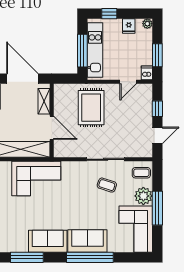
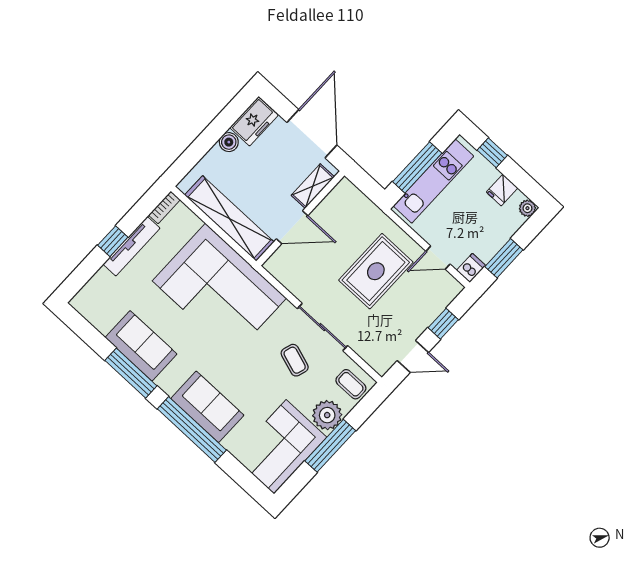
rug: (91, 108) -> (376, 271), moved
door: (52, 128) -> (292, 227), hinge flipped
corner sofa: (36, 178) -> (219, 289), width x1.36, depth x1.36
sofa: (48, 241) -> (141, 346), moved
window: (27, 257) -> (131, 373), moved

